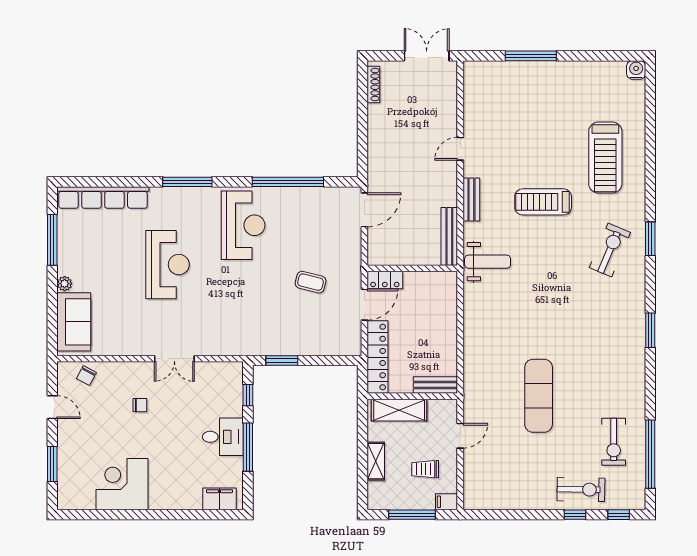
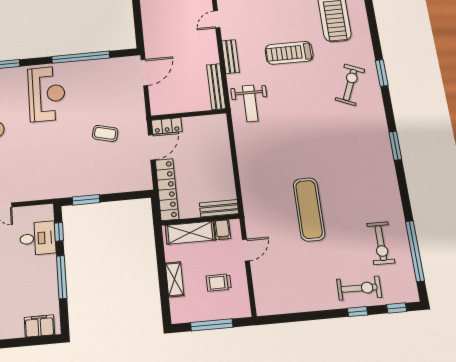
weight bench: (488, 262) -> (250, 103), turned 90
desk: (223, 437) -> (38, 238), moved
filing cabinet: (447, 502) -> (222, 230), moved, turned -90

